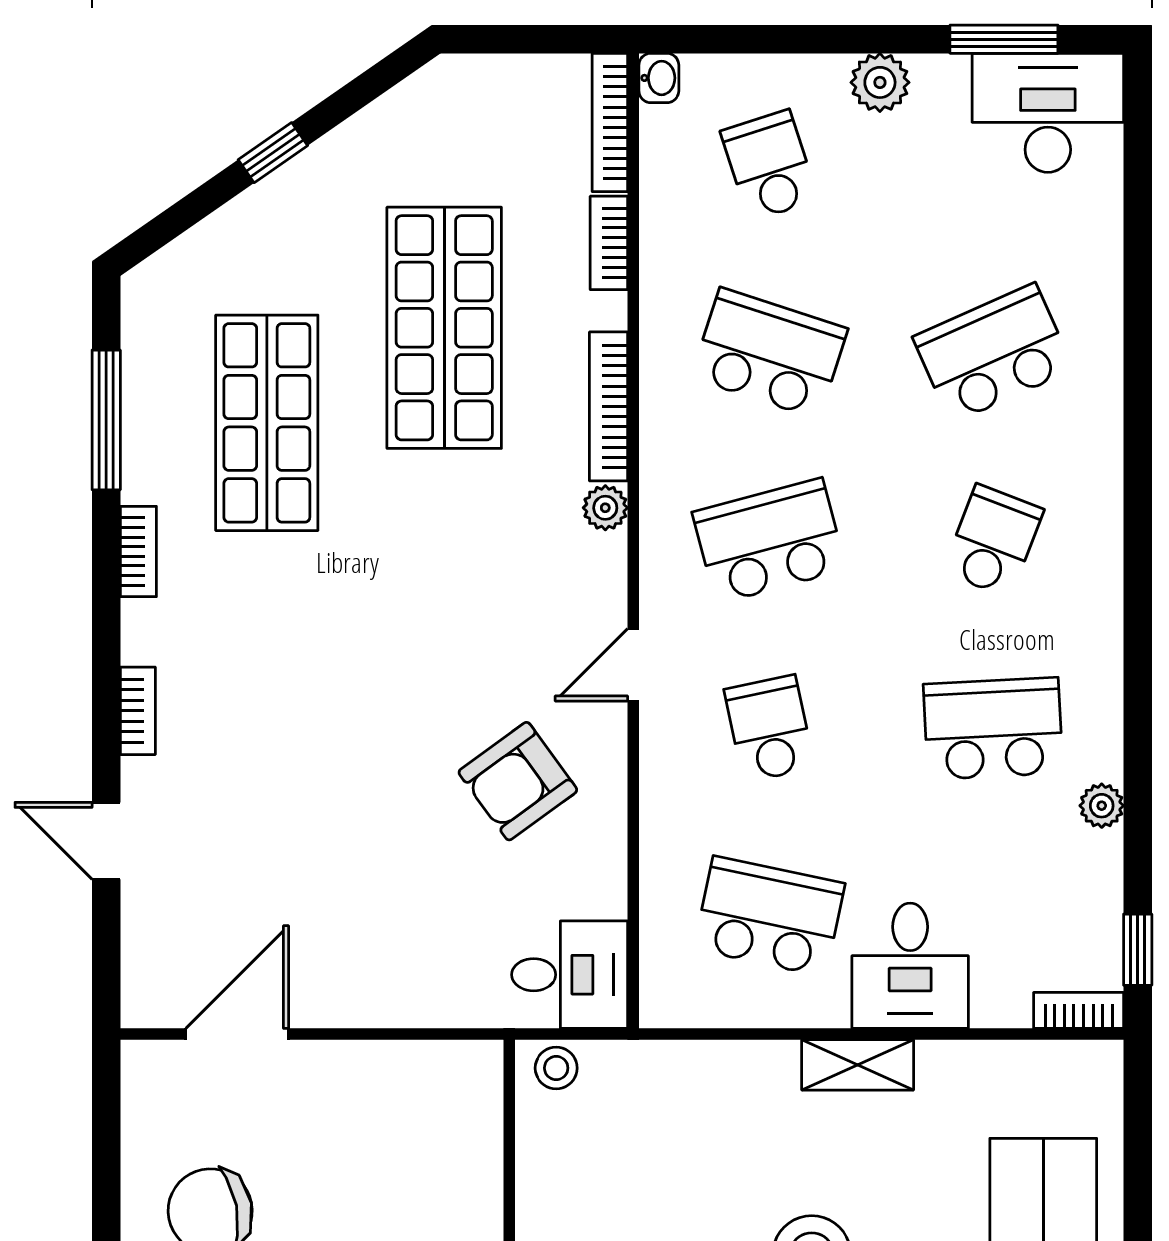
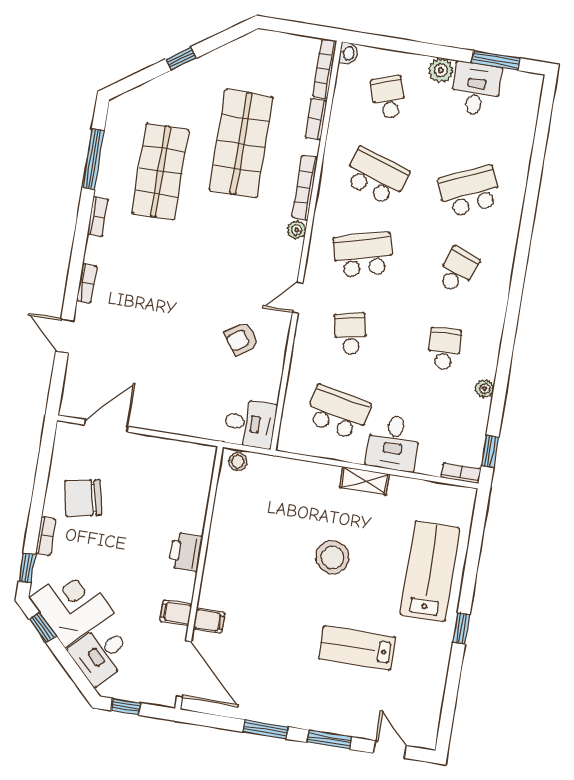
desk: (1048, 113) -> (476, 89), moved, width x0.73
school desk: (993, 729) -> (444, 349), width x0.54
armchair: (518, 781) -> (241, 339), width x0.72, depth x0.72

